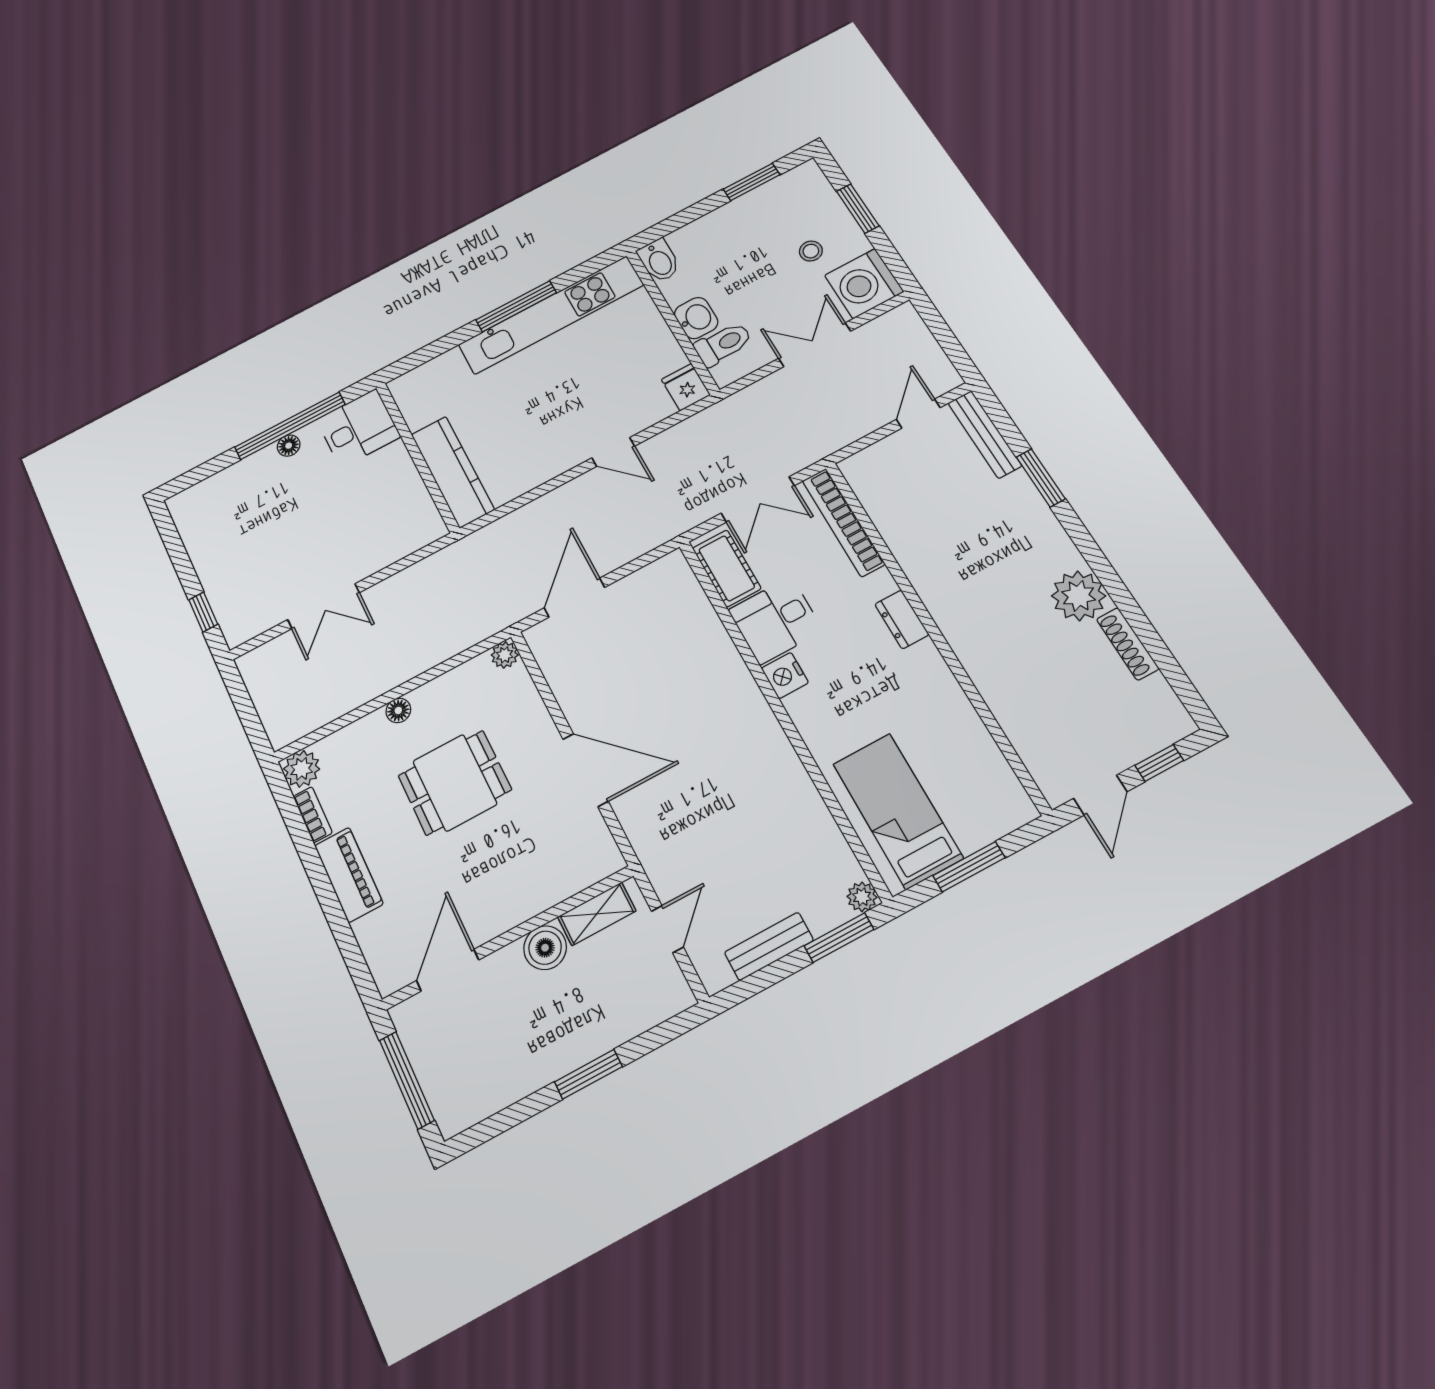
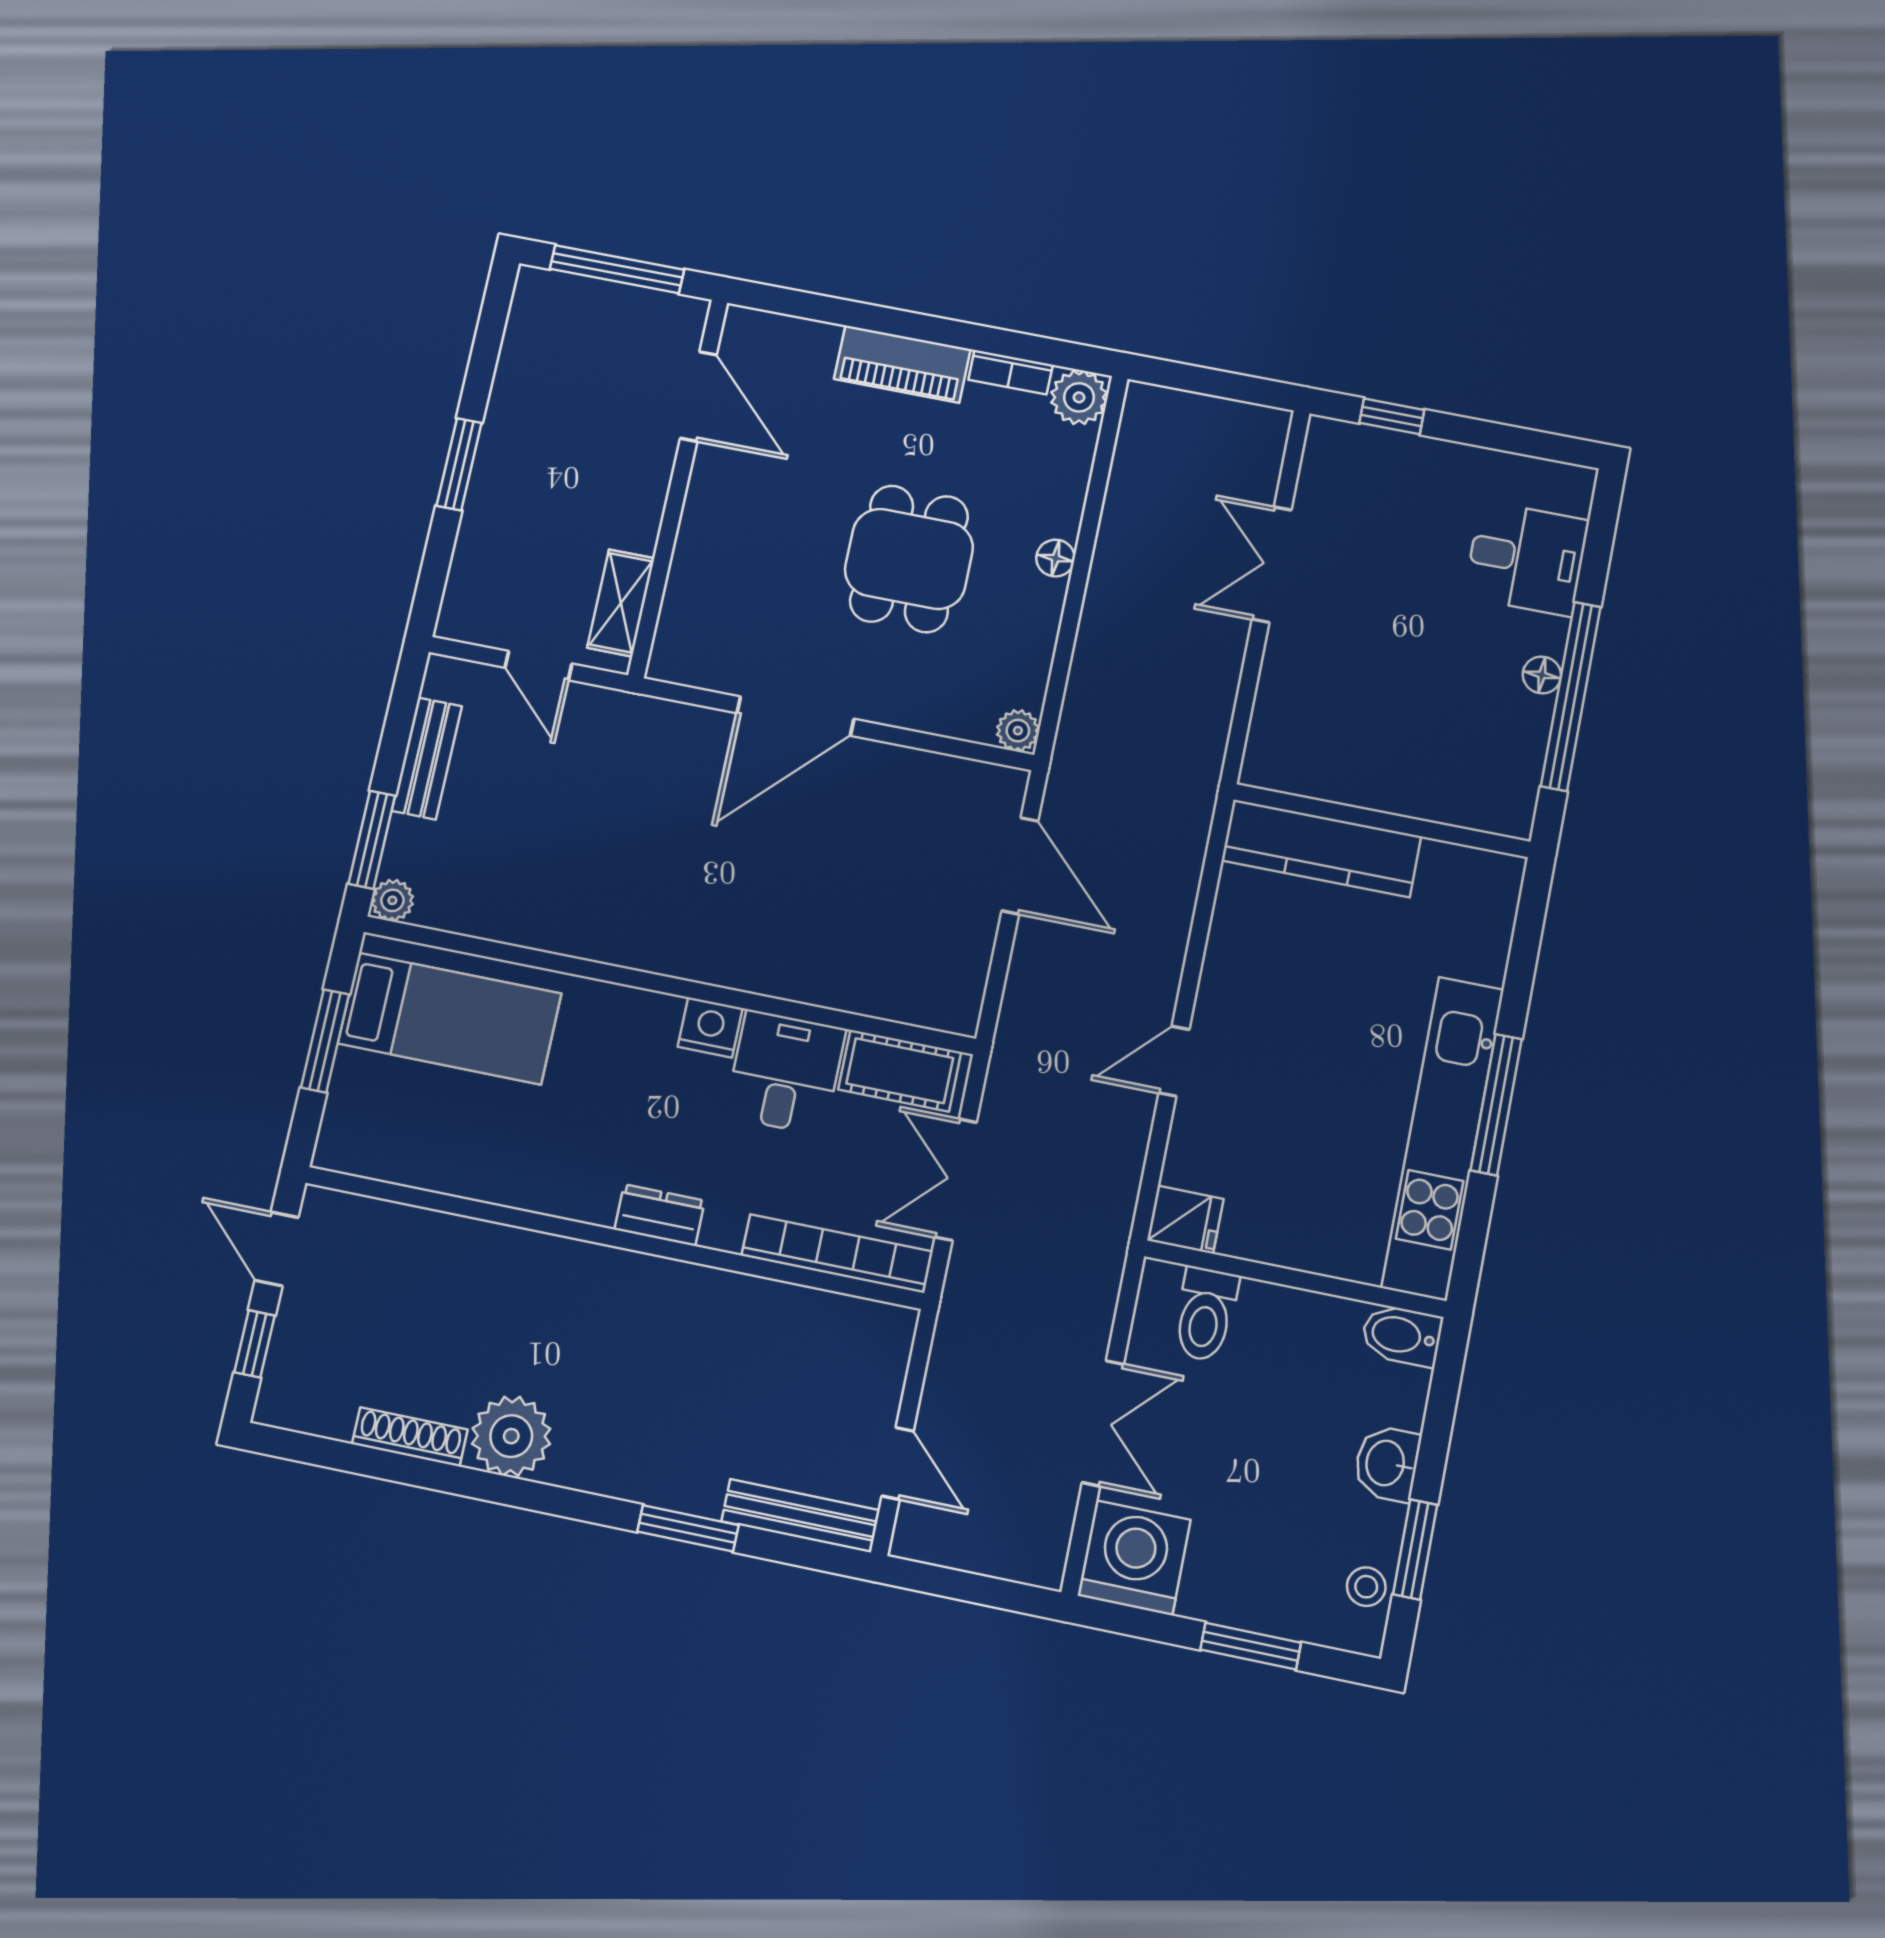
stool: (811, 251) -> (1366, 1587), moved
washbasin: (696, 318) -> (1387, 1463), moved, turned 90
desk: (359, 428) -> (1526, 559), moved, turned -90
boiler: (545, 948) -> (632, 519), removed

